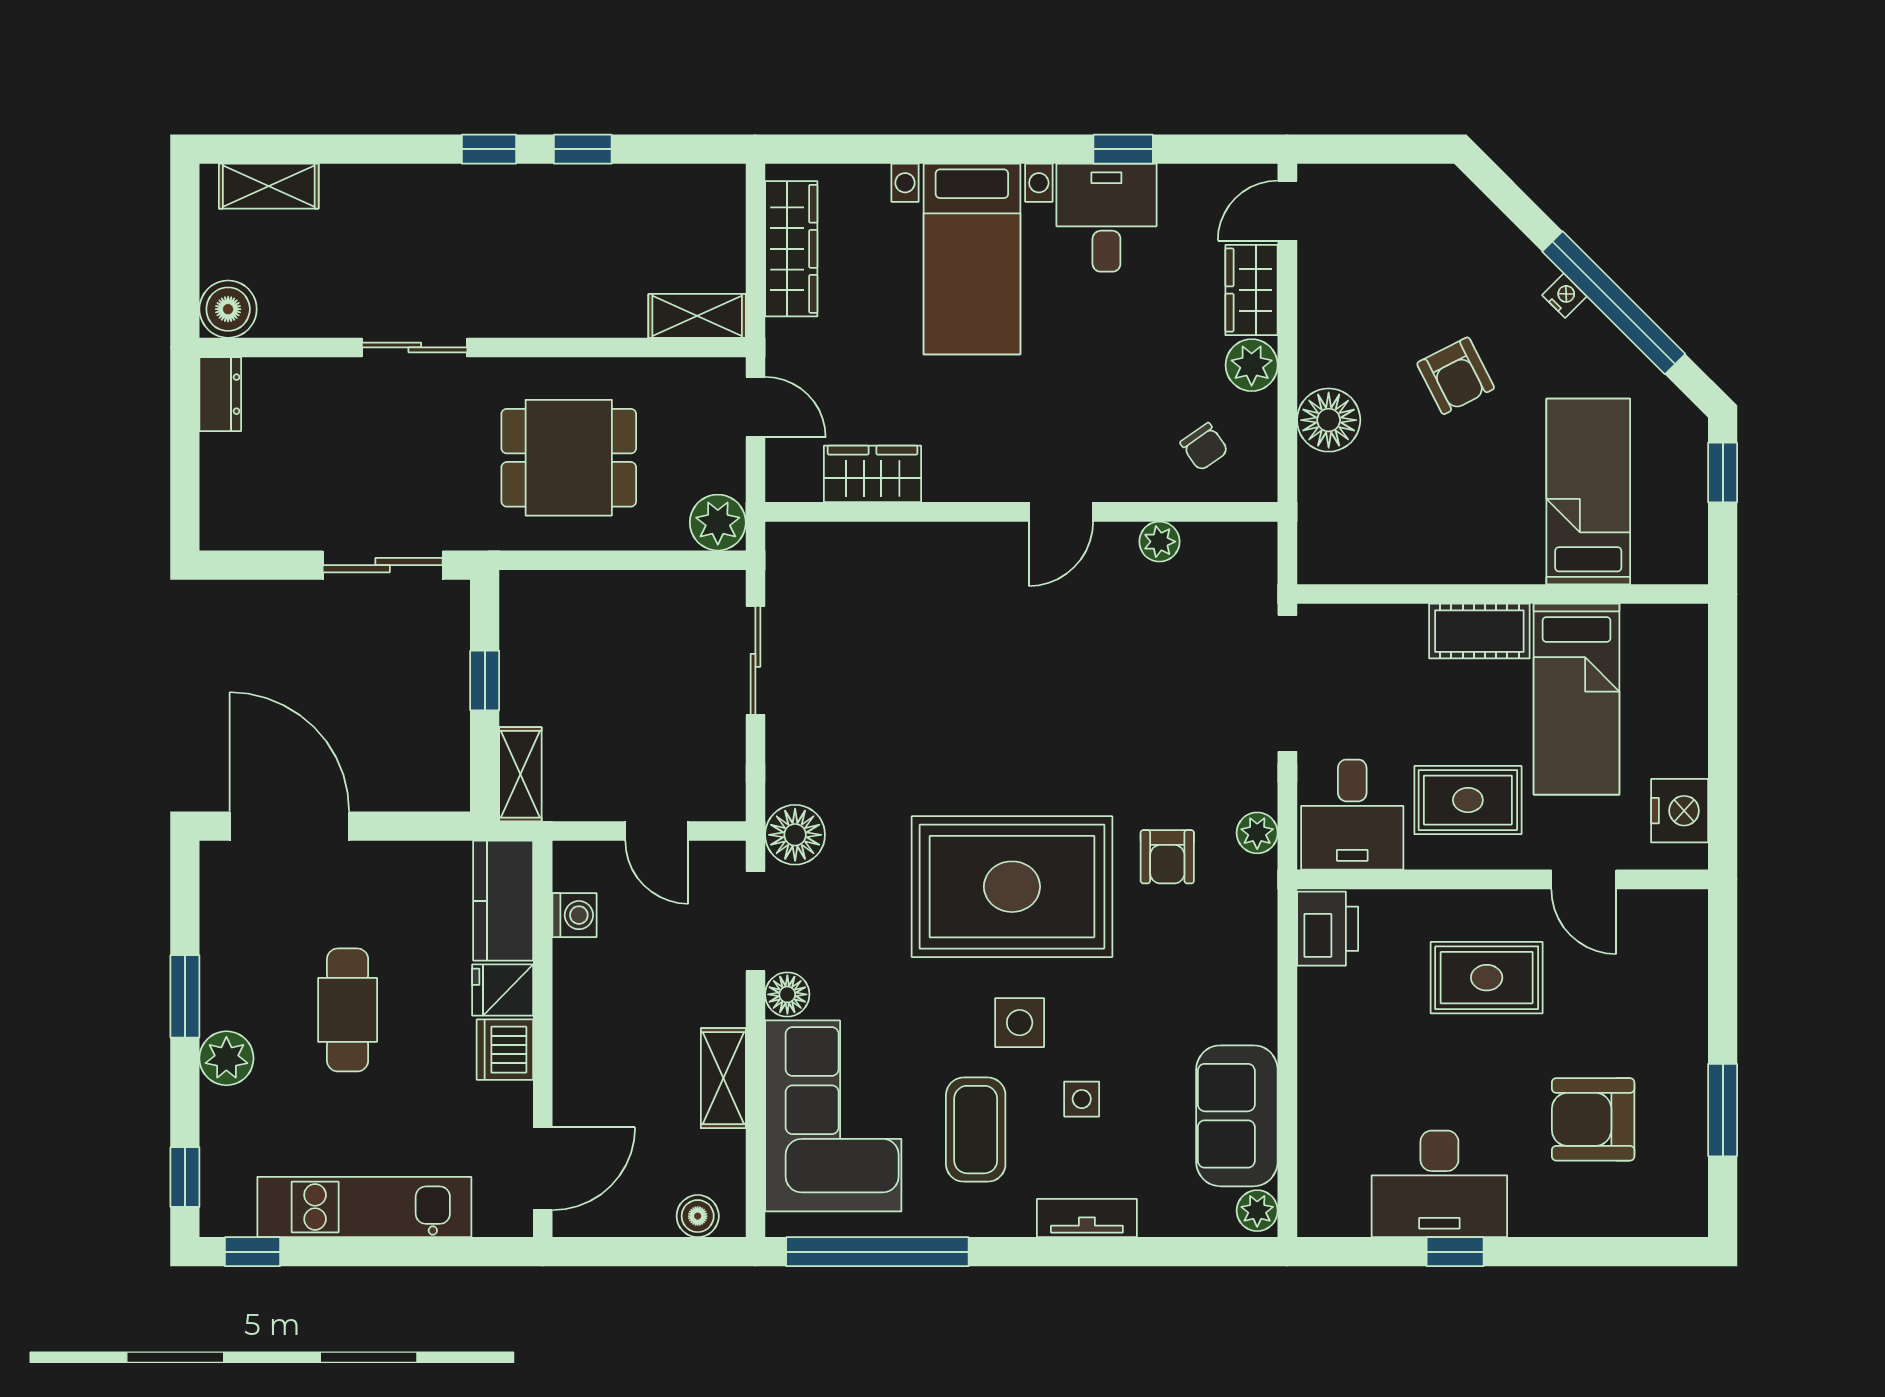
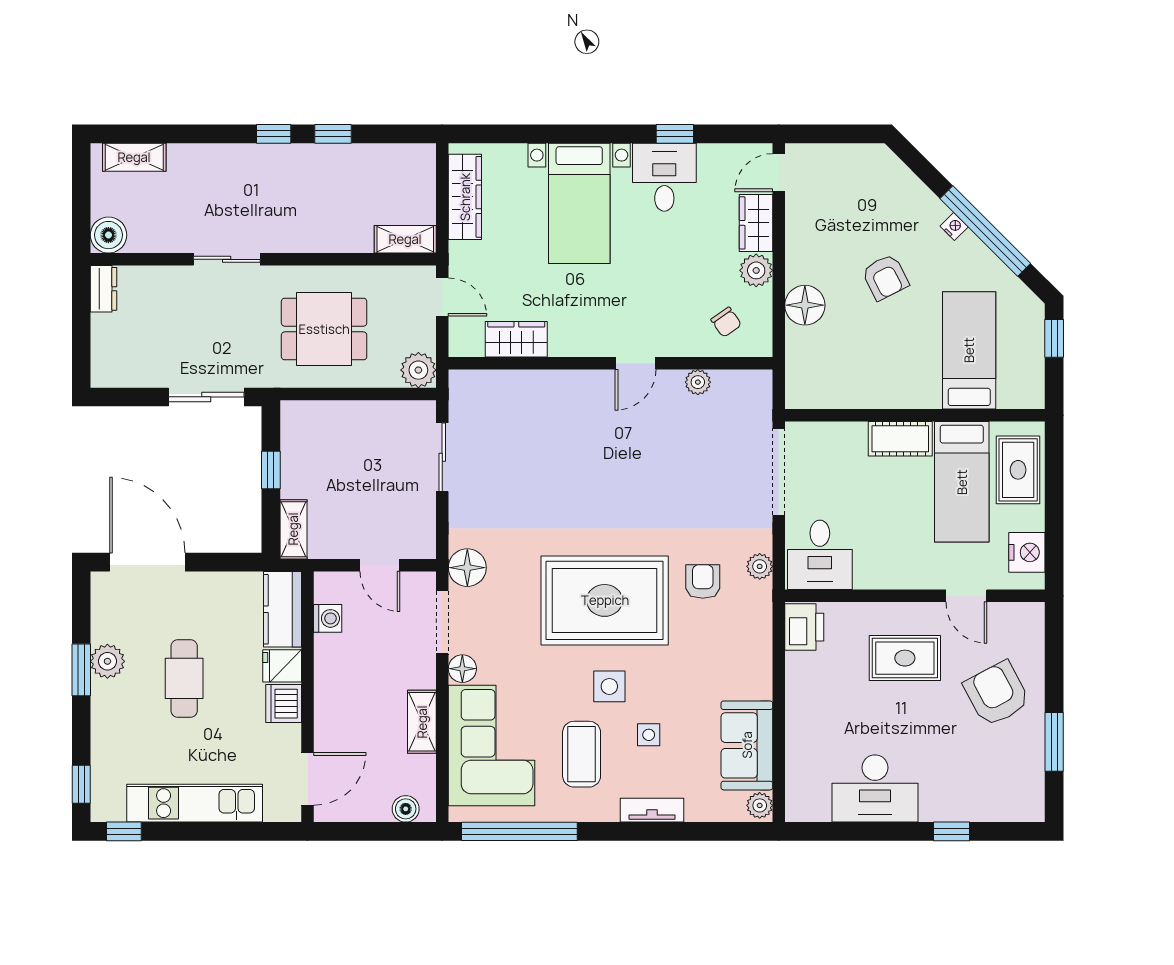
rug: (1468, 800) -> (1018, 470), moved, turned 90
armchair: (1167, 857) -> (703, 582), turned 180
plant: (226, 1058) -> (107, 661), moved
armchair: (1593, 1119) -> (997, 694), moved, turned 62
window: (1455, 1252) -> (951, 831), moved

